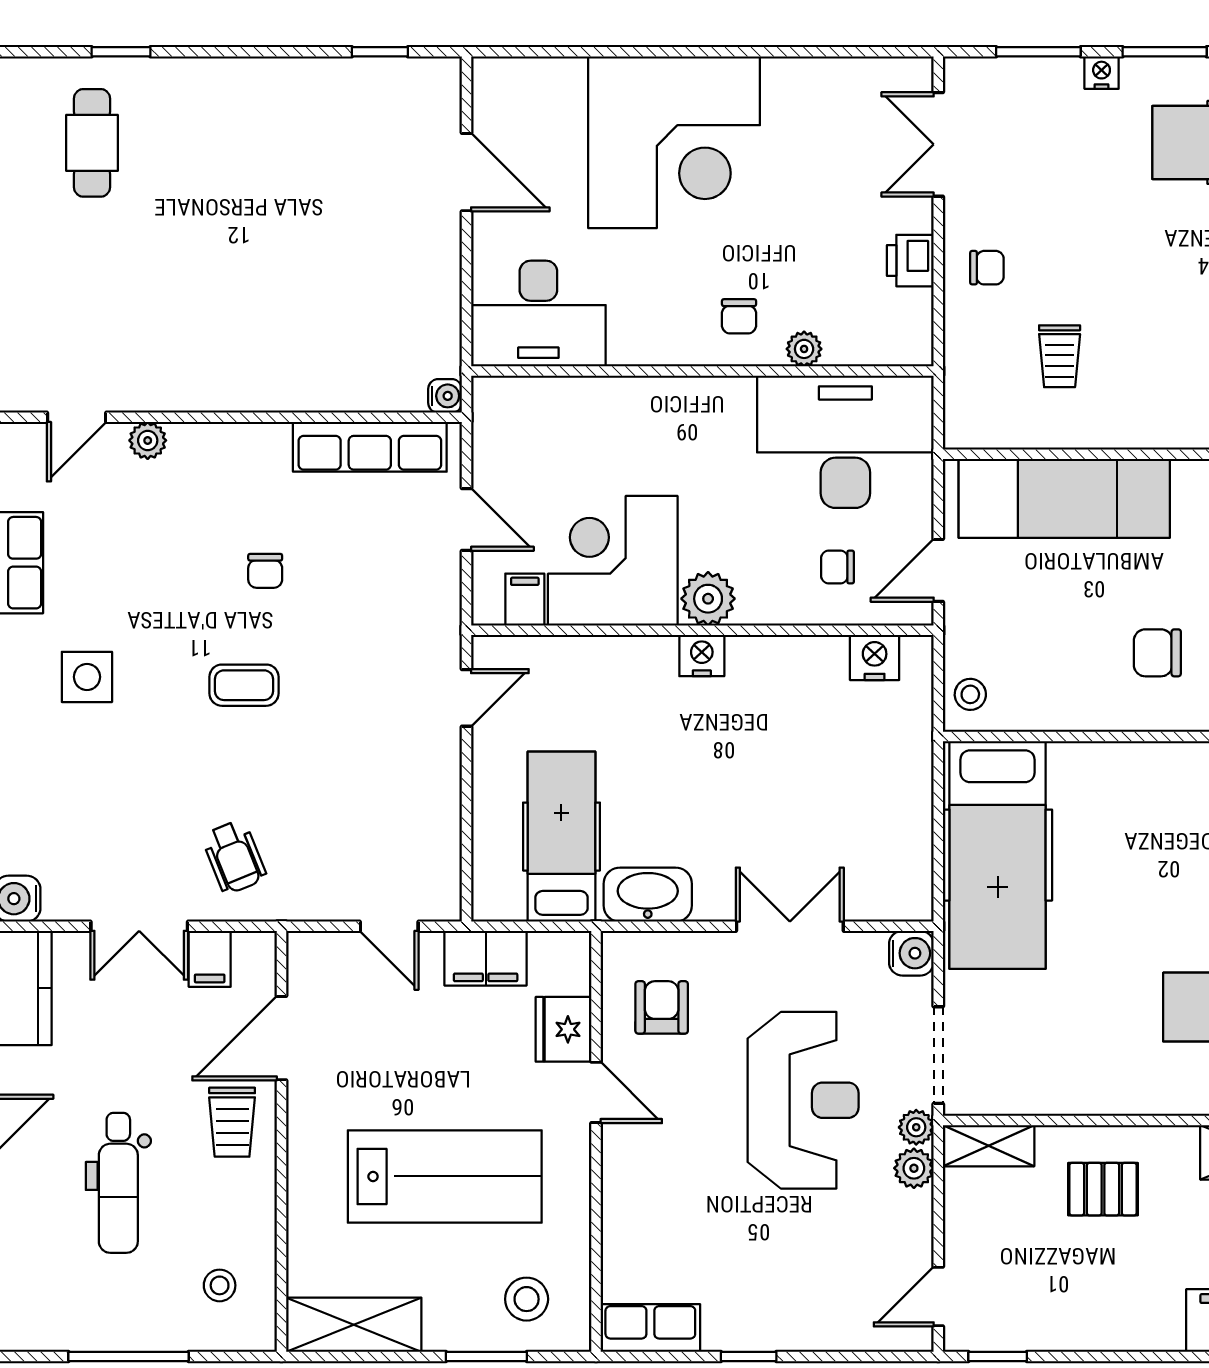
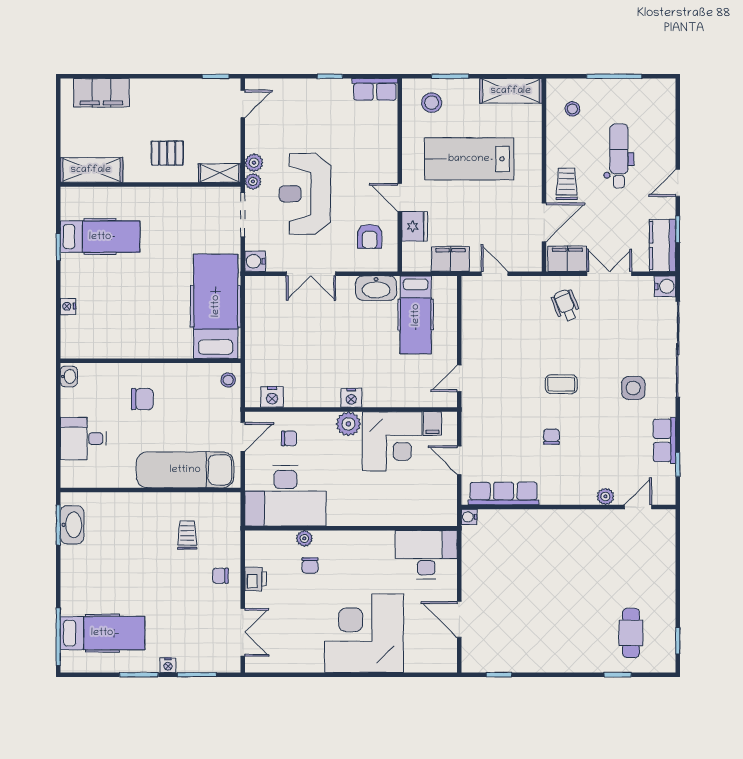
chair: (739, 316) -> (310, 565), moved, turned 180
filing cabinet: (210, 959) -> (567, 259), width x2.00

